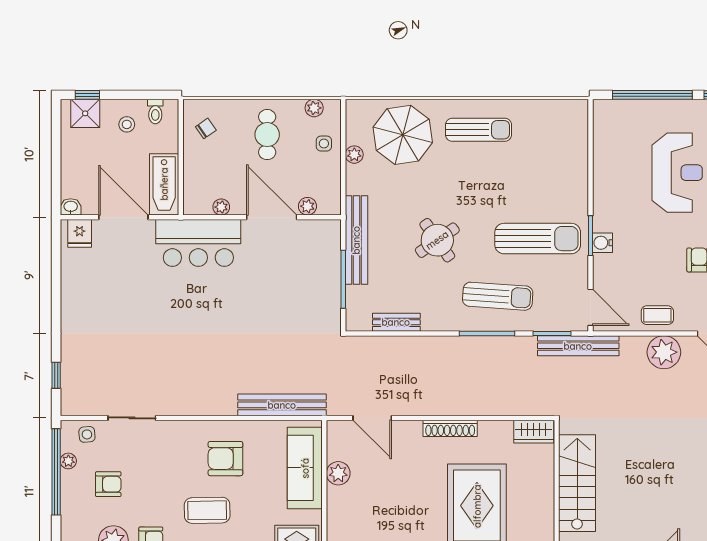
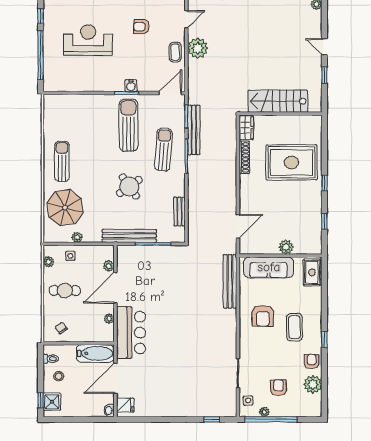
bench: (578, 346) -> (194, 130), moved
shoe rack: (450, 428) -> (244, 157), moved
plant: (338, 473) -> (286, 247), moved

